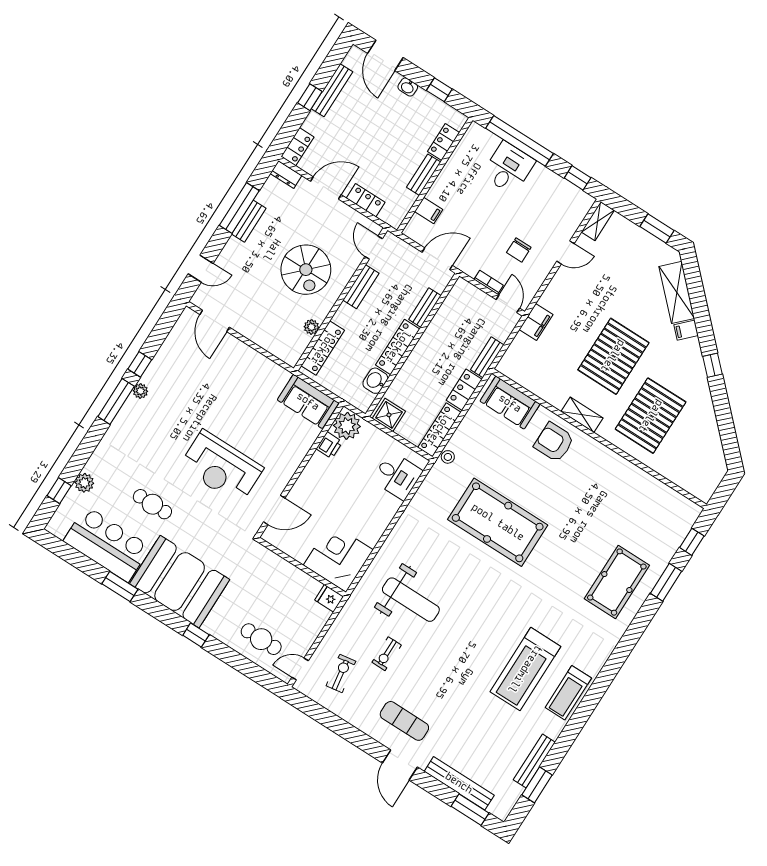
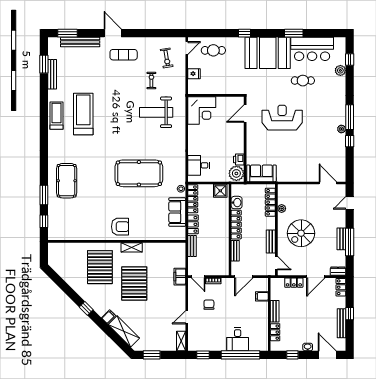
spiral stairs: (306, 270) -> (301, 233), turned -90
sofa: (510, 403) -> (177, 212), moved, turned -90
armchair: (554, 442) -> (120, 227), moved
fridge: (329, 598) -> (194, 74), moved

